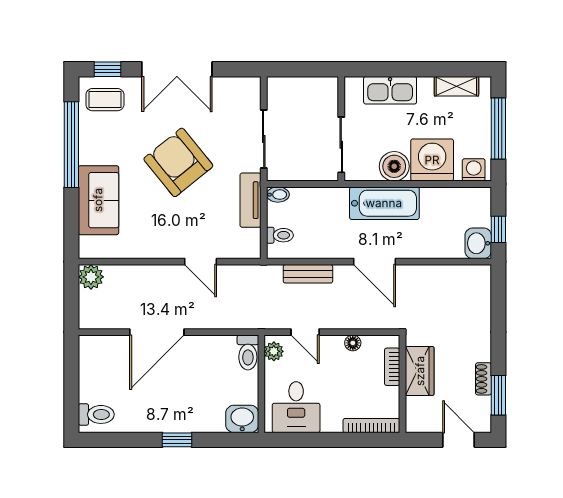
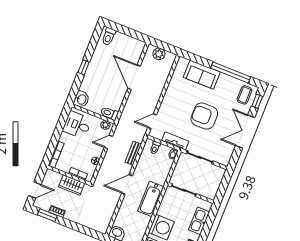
armchair: (178, 162) -> (204, 116), turned -141
boiler: (394, 166) -> (165, 209), removed
door: (201, 262) -> (152, 121), moved
plant: (91, 277) -> (159, 54), moved

